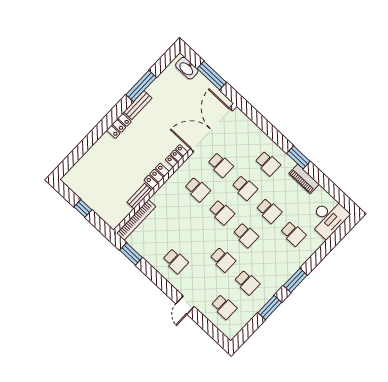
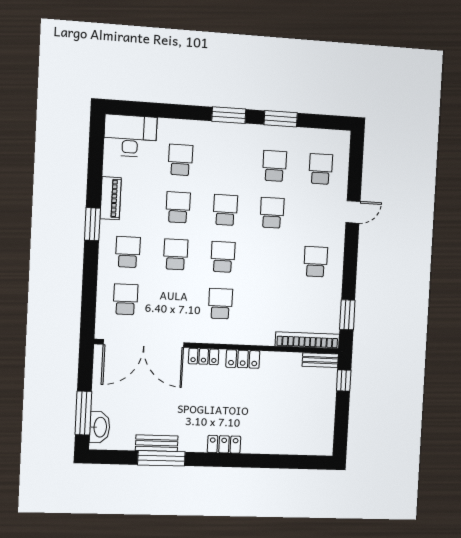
window: (212, 75) -> (83, 413), moved
bench: (138, 105) -> (157, 443), moved
school desk: (220, 165) -> (126, 299), moved
bench: (139, 196) -> (320, 360), moved
window: (83, 208) -> (344, 380), moved

